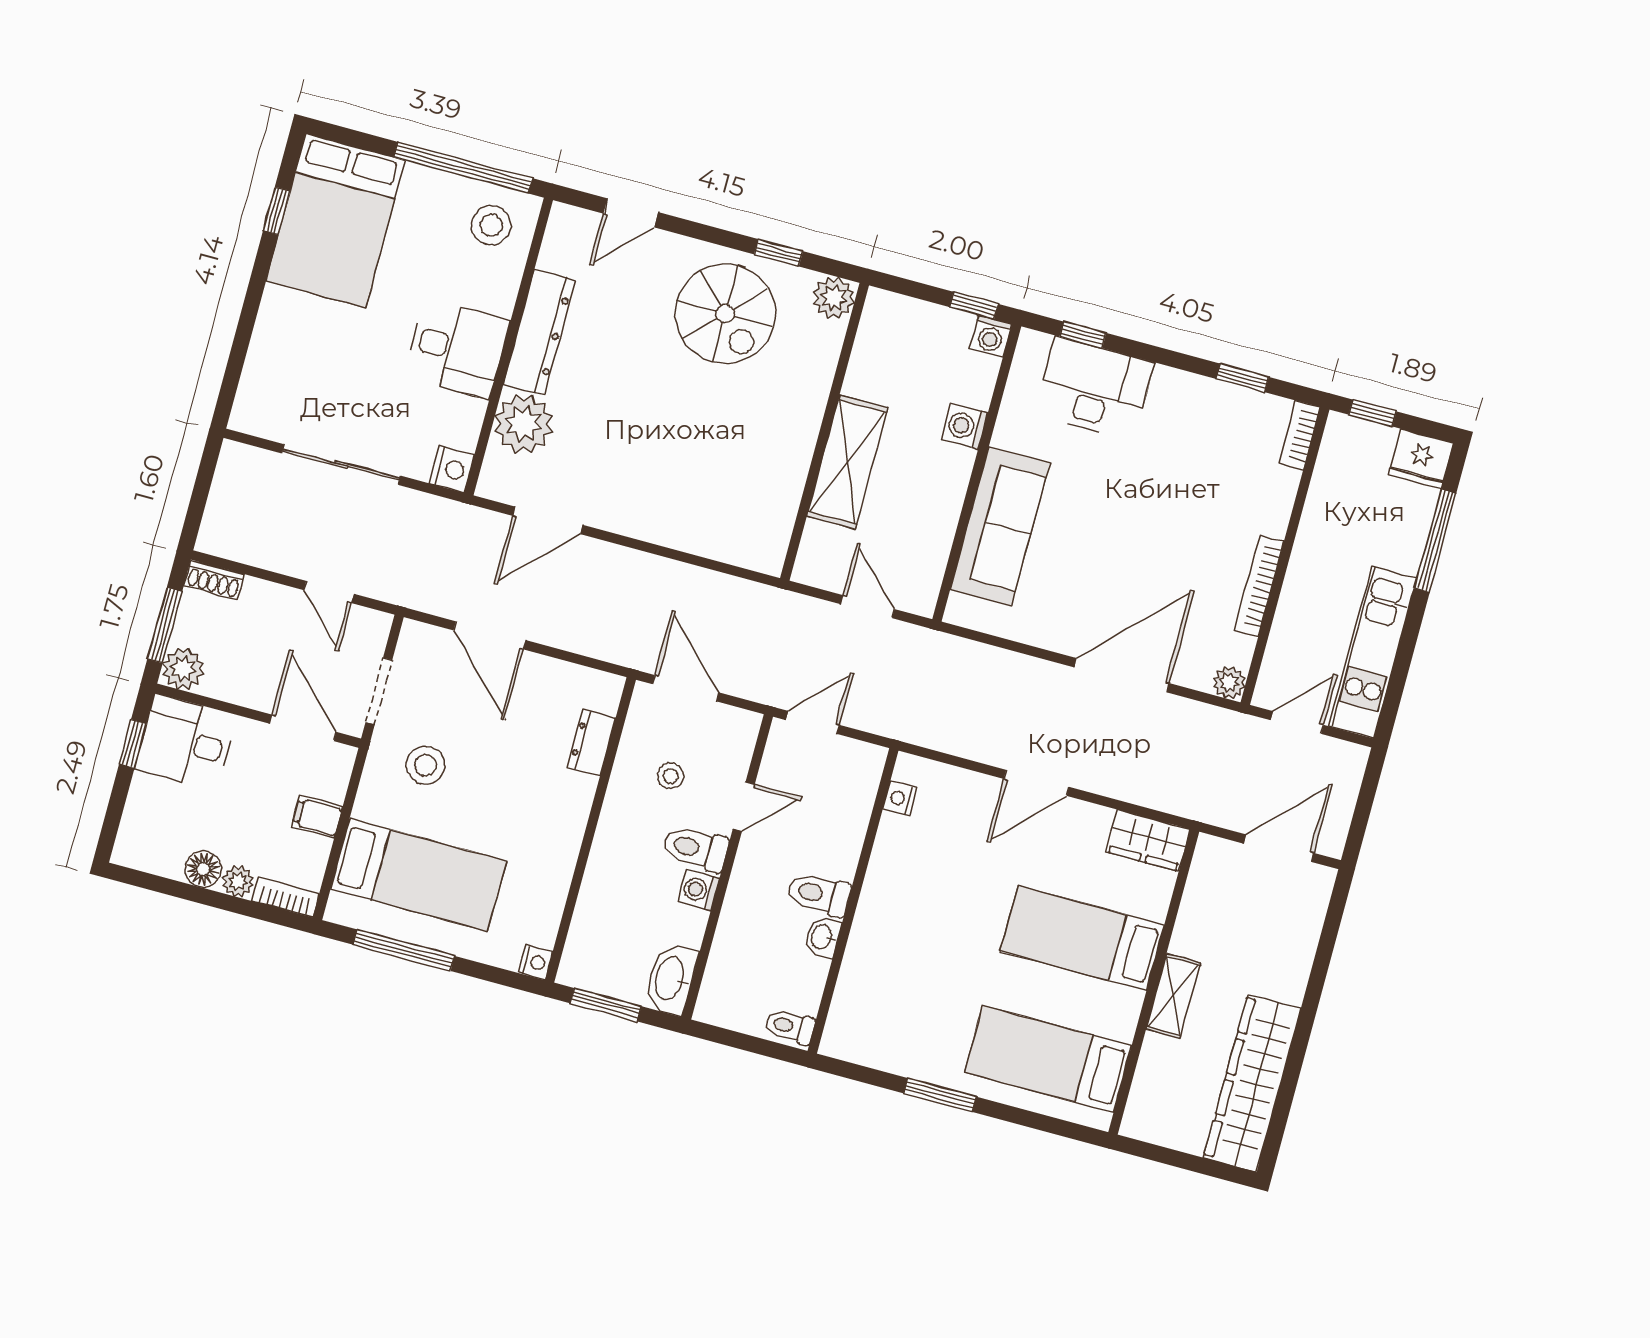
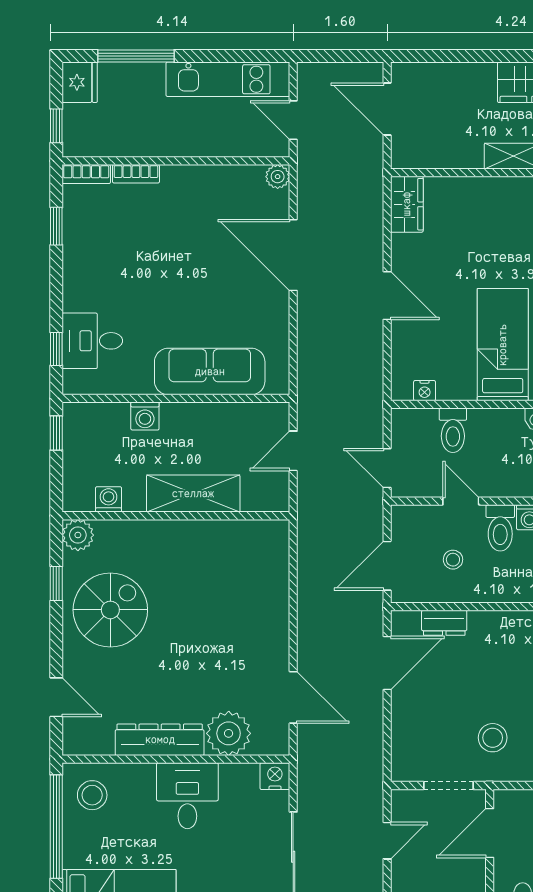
washing machine: (991, 336) -> (109, 499), moved, turned -90
desk: (1094, 388) -> (92, 341), width x0.73
bookcase: (1259, 586) -> (136, 174), moved, width x0.64
door: (490, 635) -> (387, 663), moved
toilet: (819, 894) -> (453, 430), moved
bed: (1082, 938) -> (503, 345), moved, turned 180

